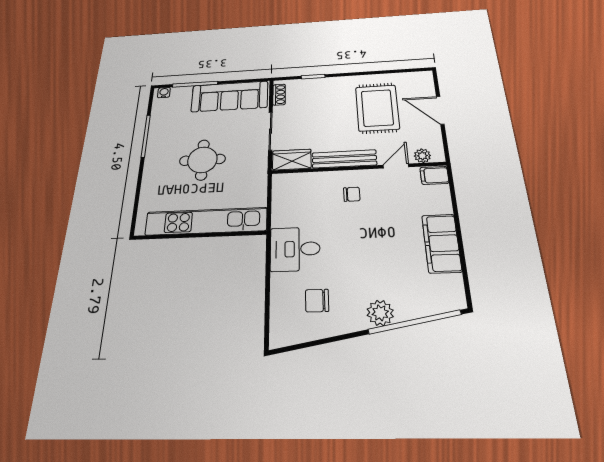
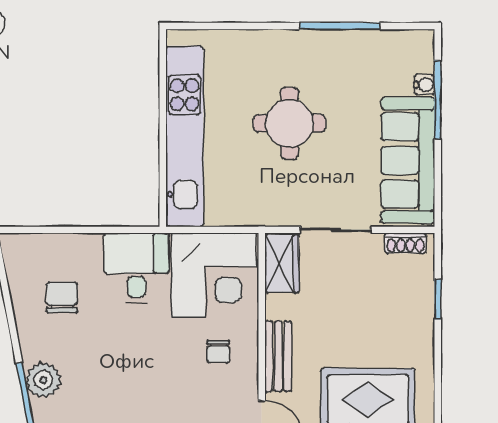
water cooler: (164, 93) -> (424, 85), moved
bench: (344, 159) -> (278, 356), width x0.73
corner desk: (300, 199) -> (214, 275), added

